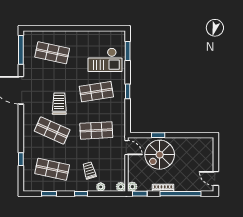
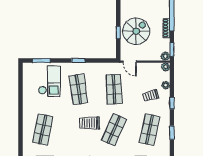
door: (126, 148) -> (130, 62), swing flipped
spiral stairs: (160, 155) -> (136, 31), turned -90

